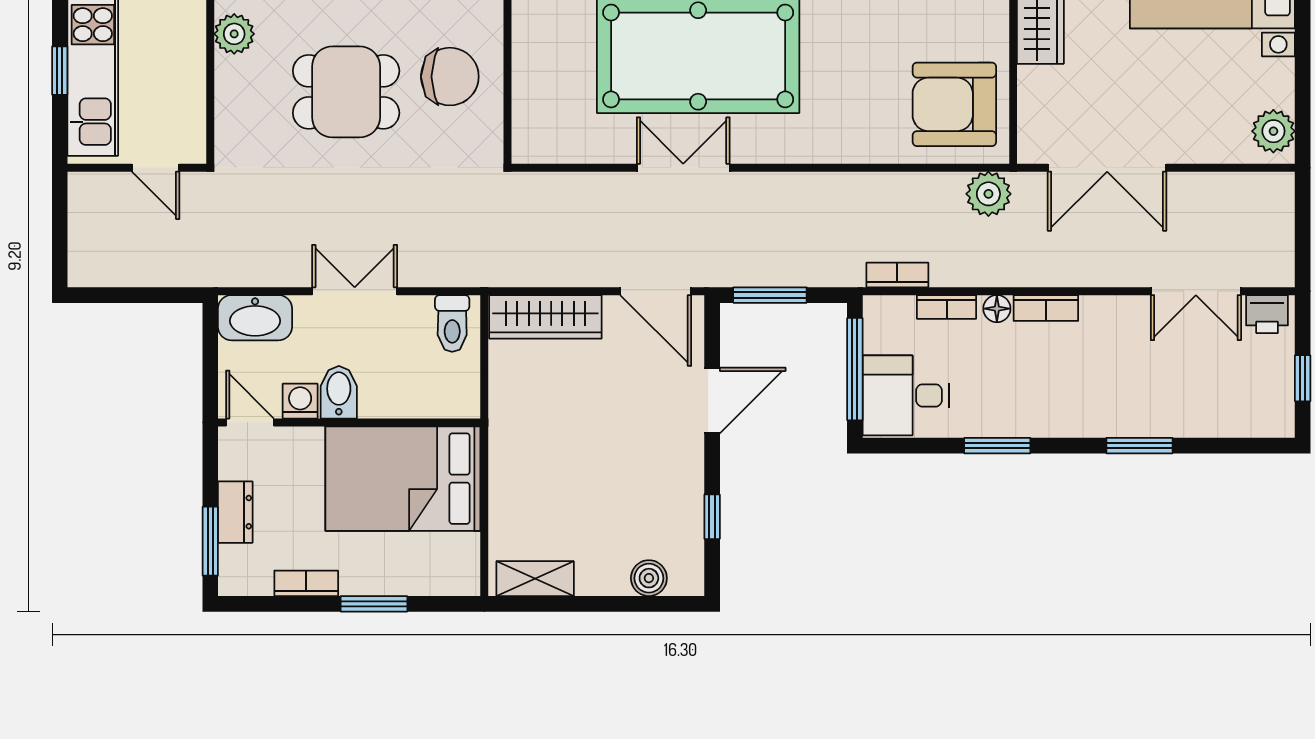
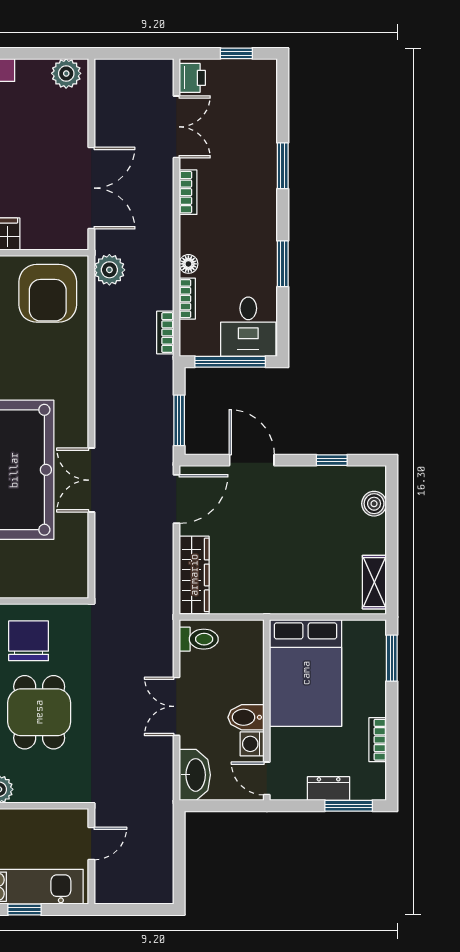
bookcase: (1046, 308) -> (188, 192), moved
door: (250, 422) -> (267, 778), hinge flipped
window: (374, 604) -> (392, 658), moved

